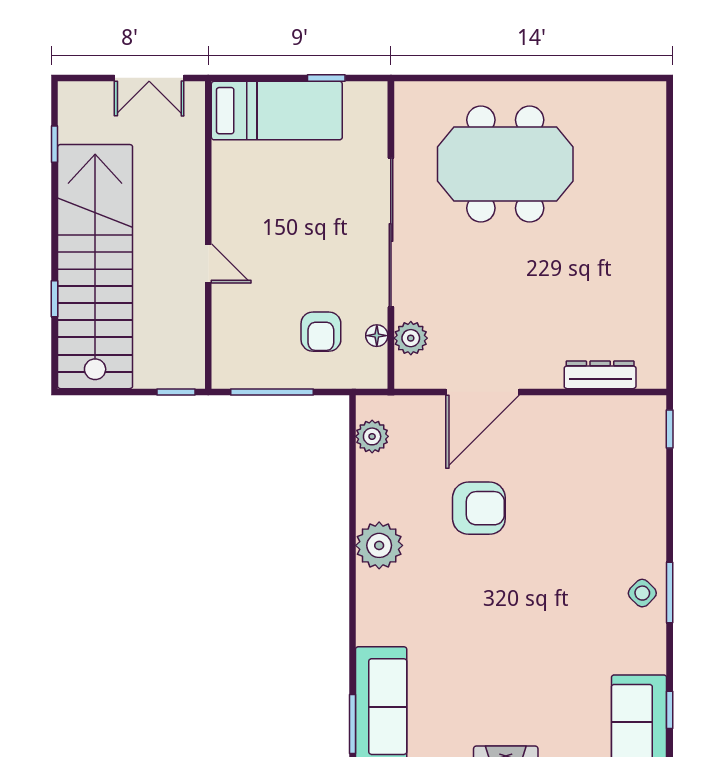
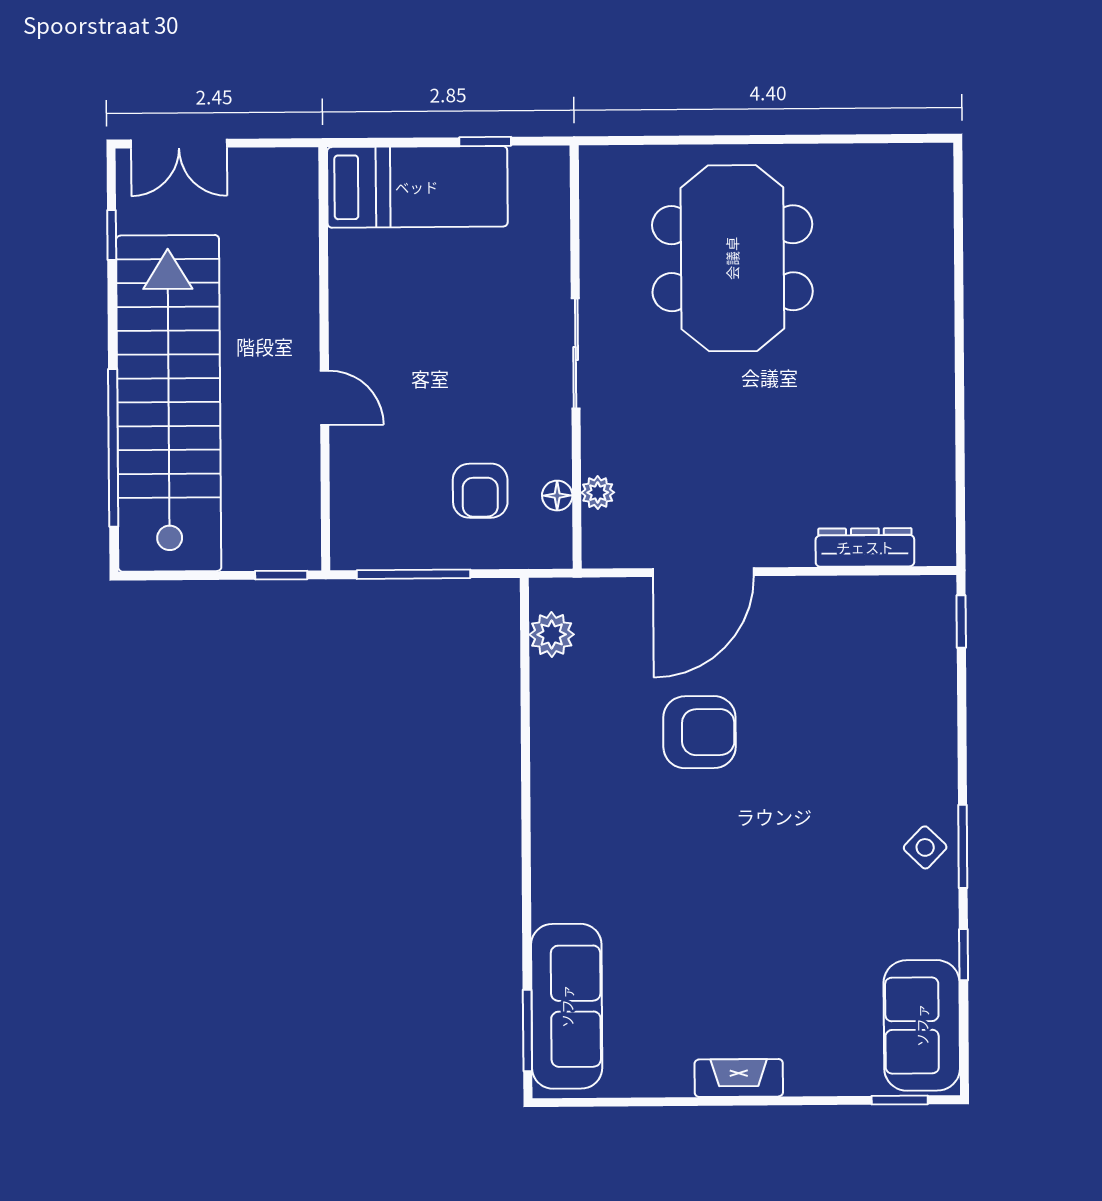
double door: (149, 78) -> (179, 144), moved
meeting table: (505, 164) -> (732, 258), turned 90
sliding door: (391, 232) -> (576, 353), width x0.54
window: (55, 299) -> (113, 448), width x3.17
plant: (411, 338) -> (598, 493), width x0.73, depth x0.73
plant: (379, 545) -> (562, 784), removed
window: (670, 710) -> (964, 955), moved

